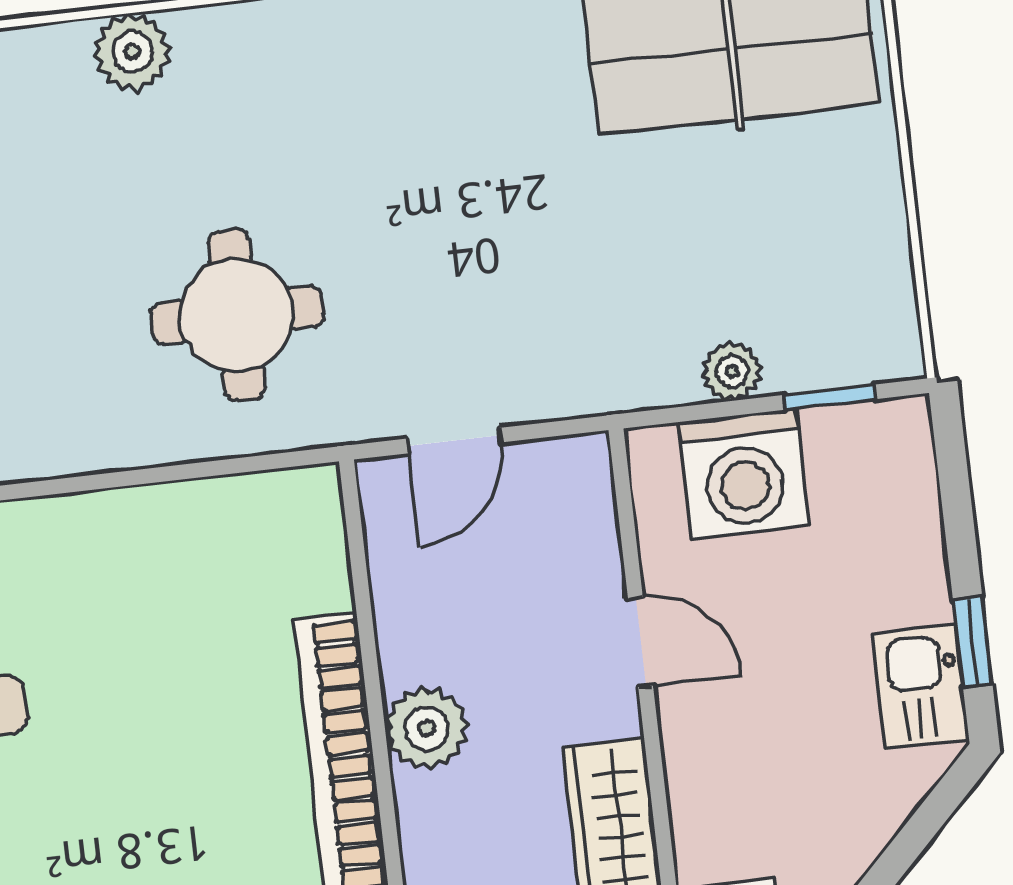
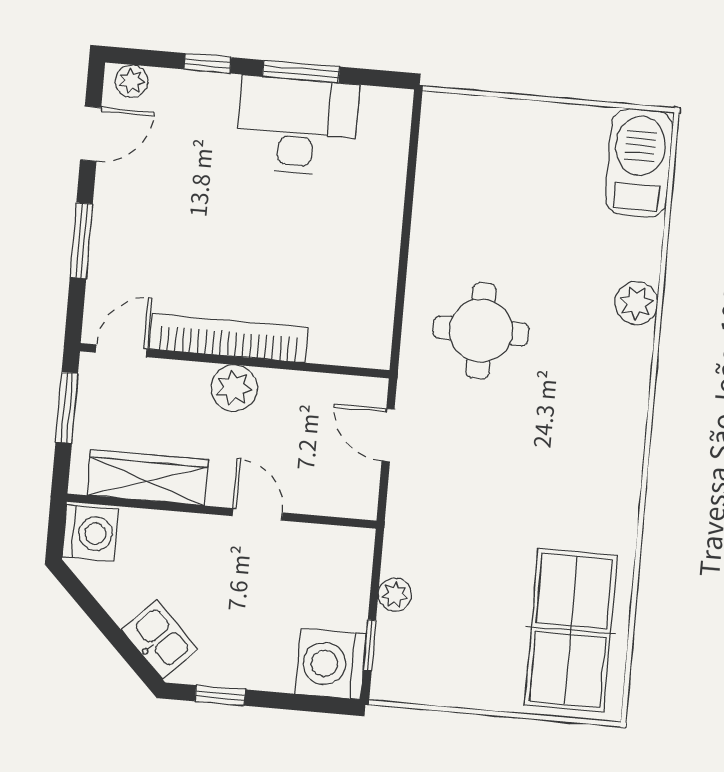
washing machine: (744, 474) -> (331, 664), moved
door: (641, 642) -> (257, 514), swing flipped
kitchen sink: (921, 686) -> (160, 639), moved, turned 45

